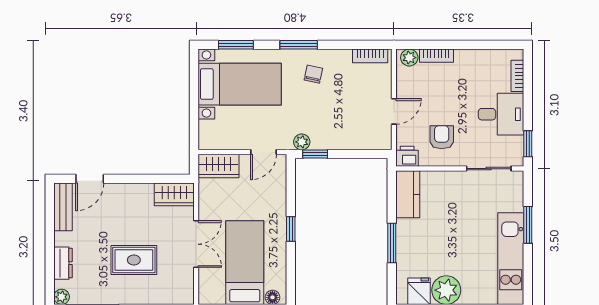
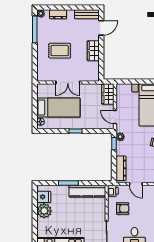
dresser: (363, 141) -> (121, 168), added
door: (90, 179) -> (101, 28), swing flipped
wardrobe: (174, 194) -> (93, 51), moved
kitchen counter: (408, 194) -> (87, 191), width x1.50
rug: (134, 260) -> (60, 51), turned 90

